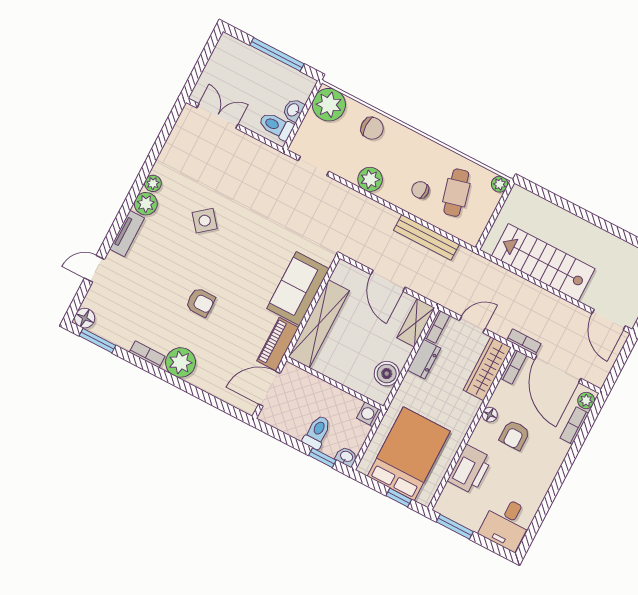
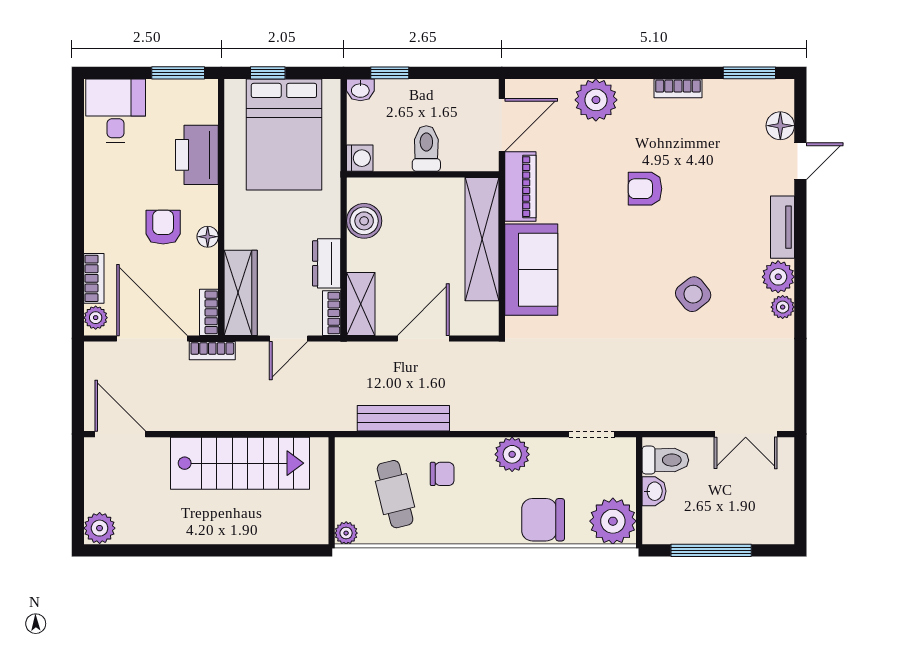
chair: (372, 128) -> (543, 520), width x1.37, depth x1.37
door: (388, 281) -> (423, 339), hinge flipped
floor lamp: (85, 318) -> (780, 126), moved
plant: (181, 362) -> (596, 100), moved
toilet: (317, 432) -> (426, 148), moved, turned 180

